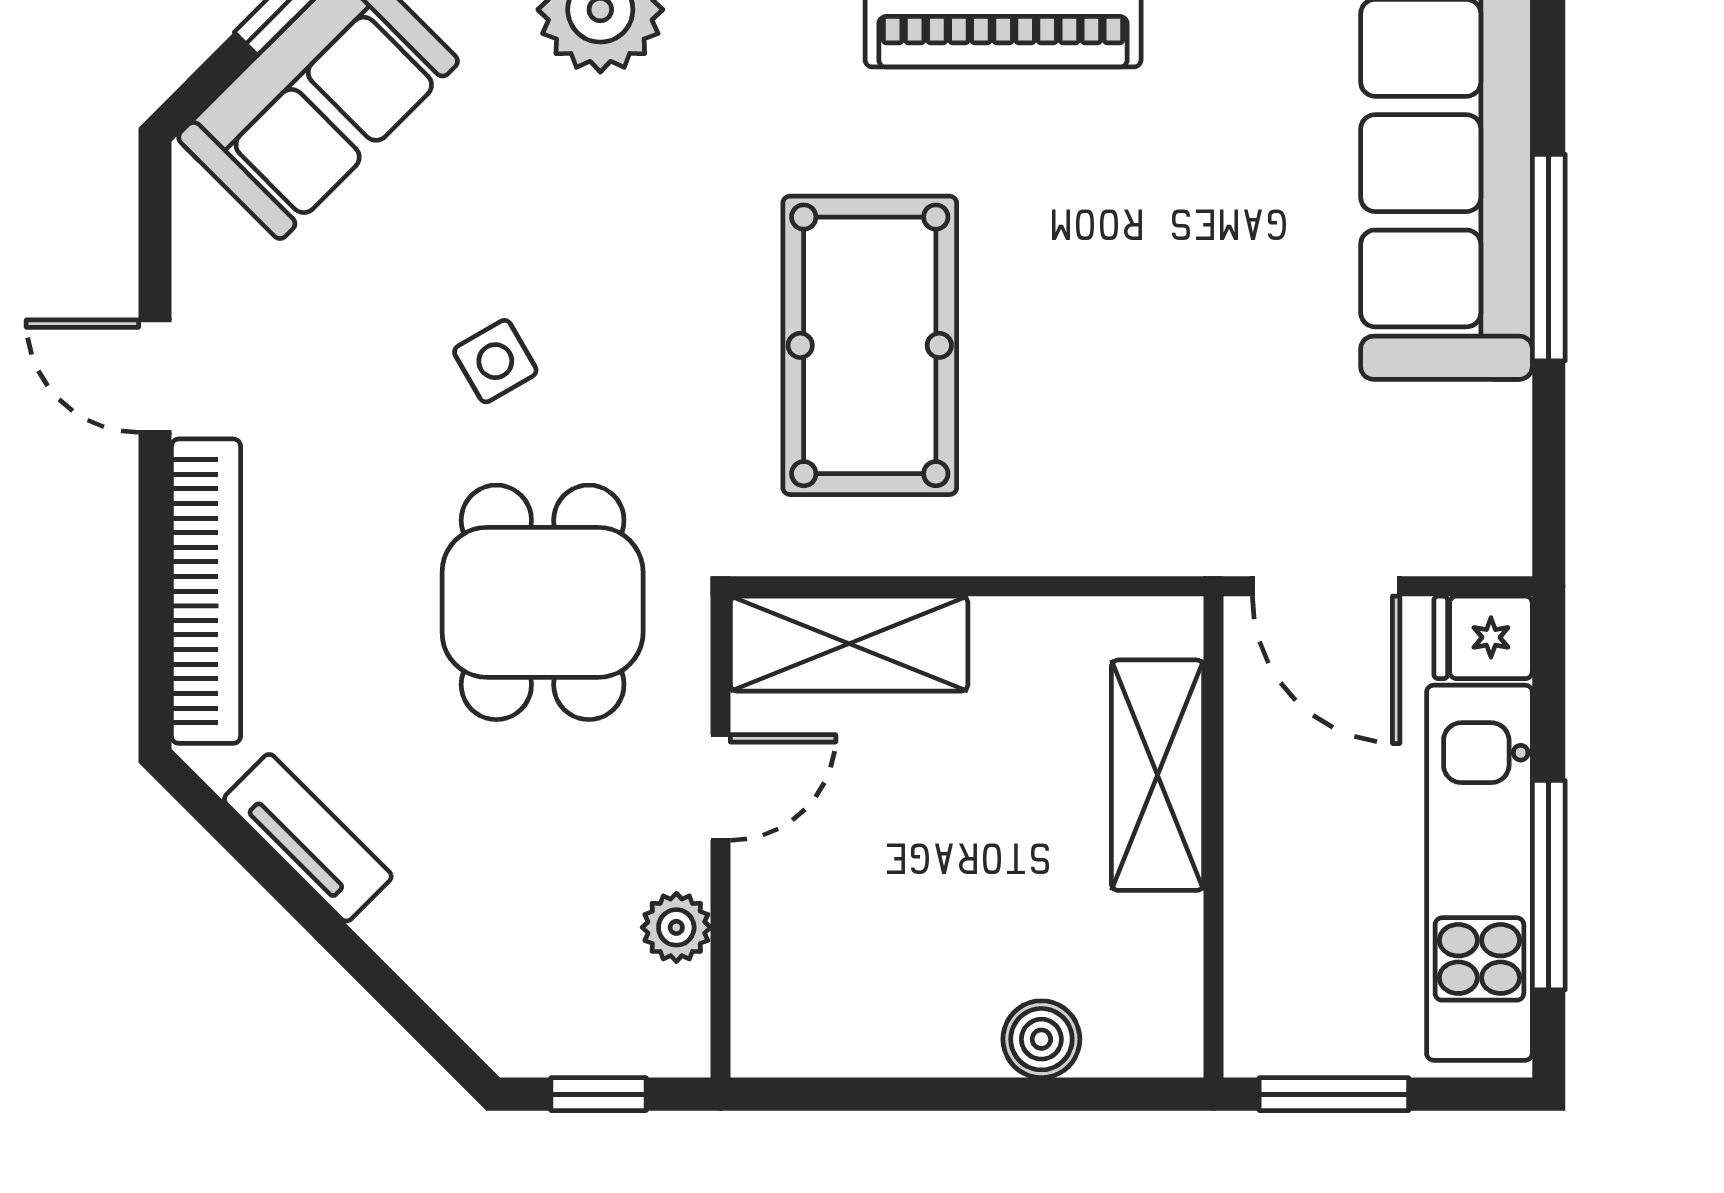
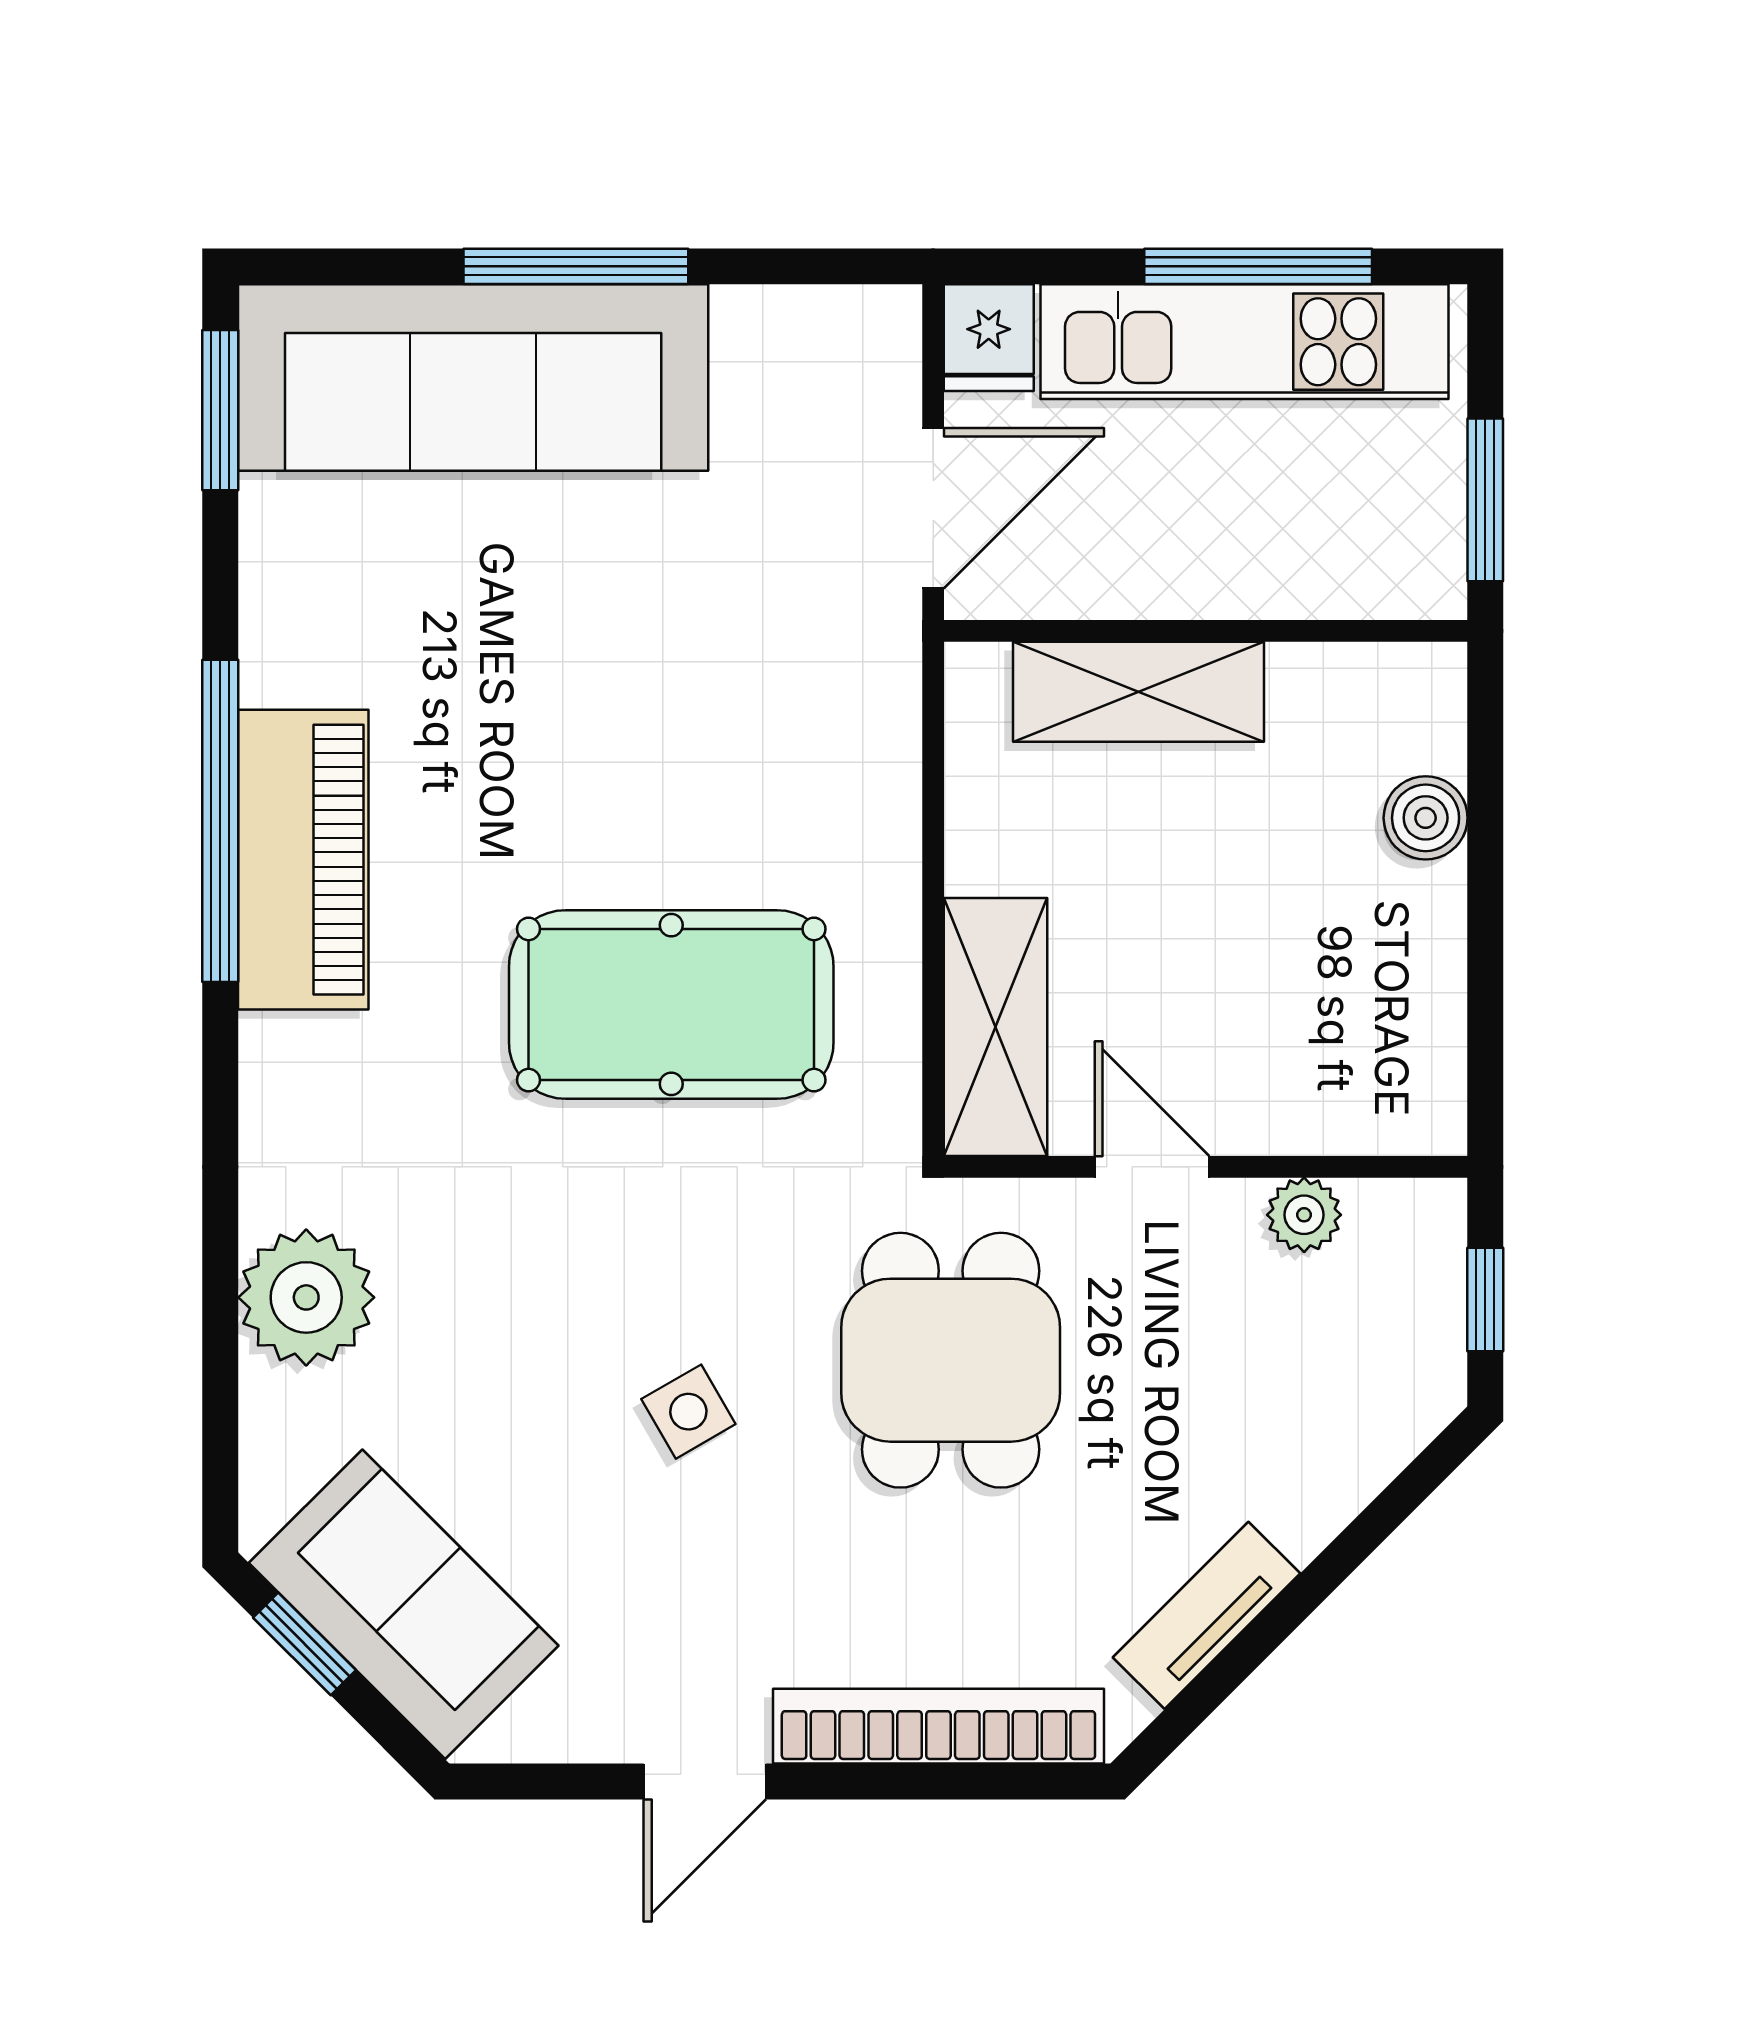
dining table: (543, 602) -> (951, 1360), turned 90

